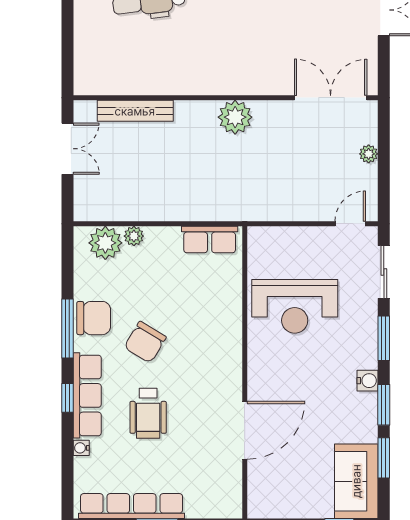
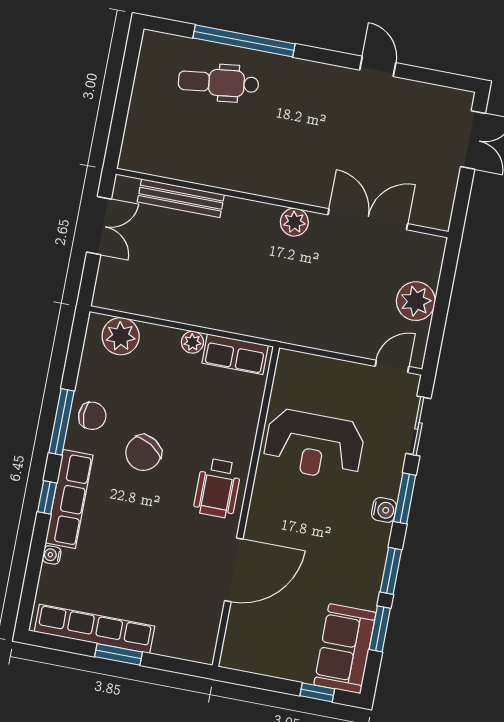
double door: (331, 98) -> (368, 219), moved
plant: (235, 117) -> (294, 222), width x0.73, depth x0.73
plant: (369, 154) -> (416, 301), width x1.88, depth x1.88
plant: (134, 236) -> (192, 342), moved
chair: (94, 318) -> (92, 416), width x0.73, depth x0.73
water cooler: (367, 381) -> (384, 510), moved
wheelchair: (148, 413) -> (217, 488), moved

